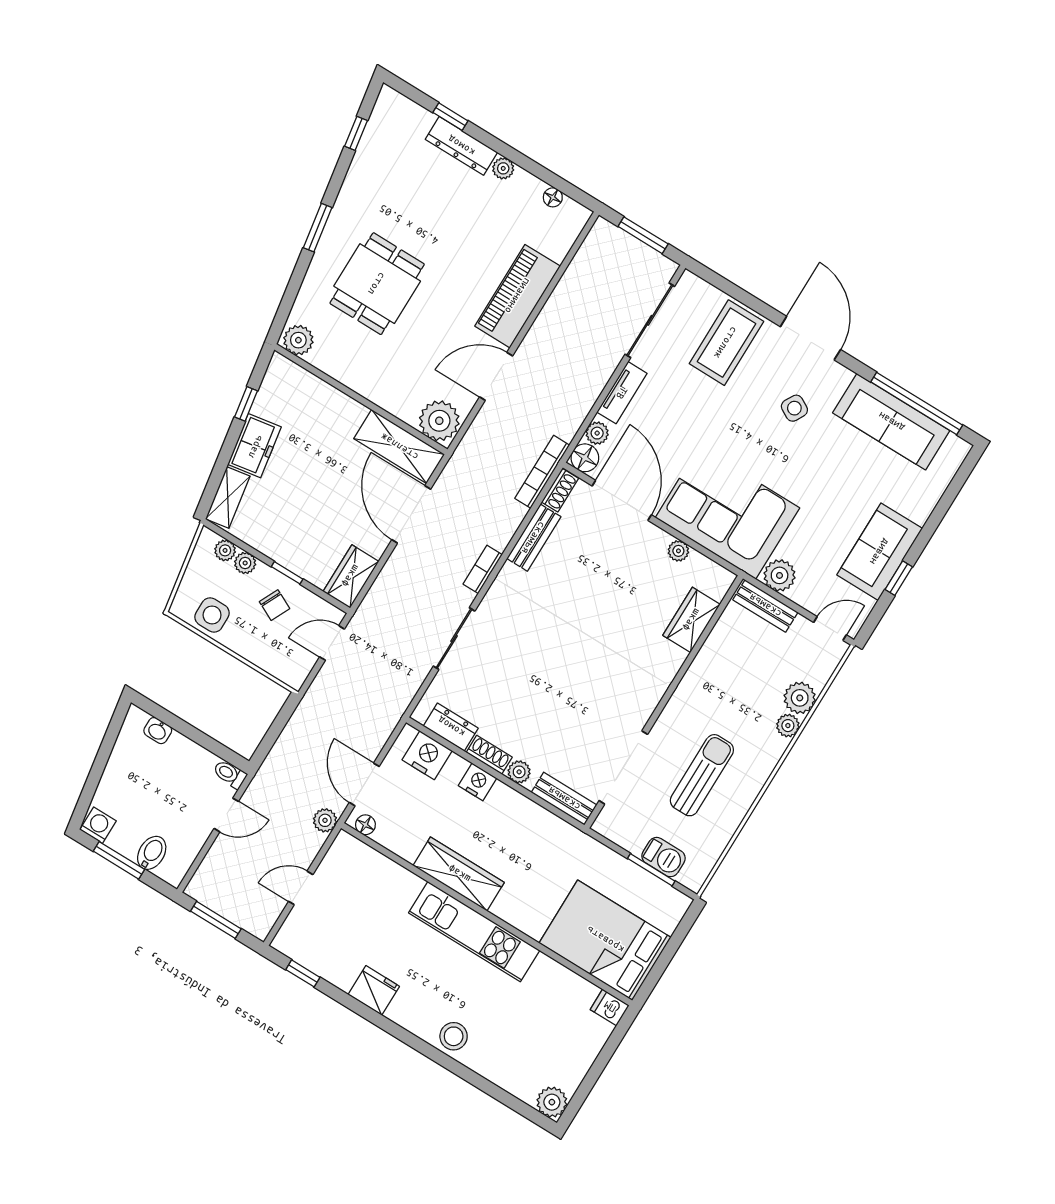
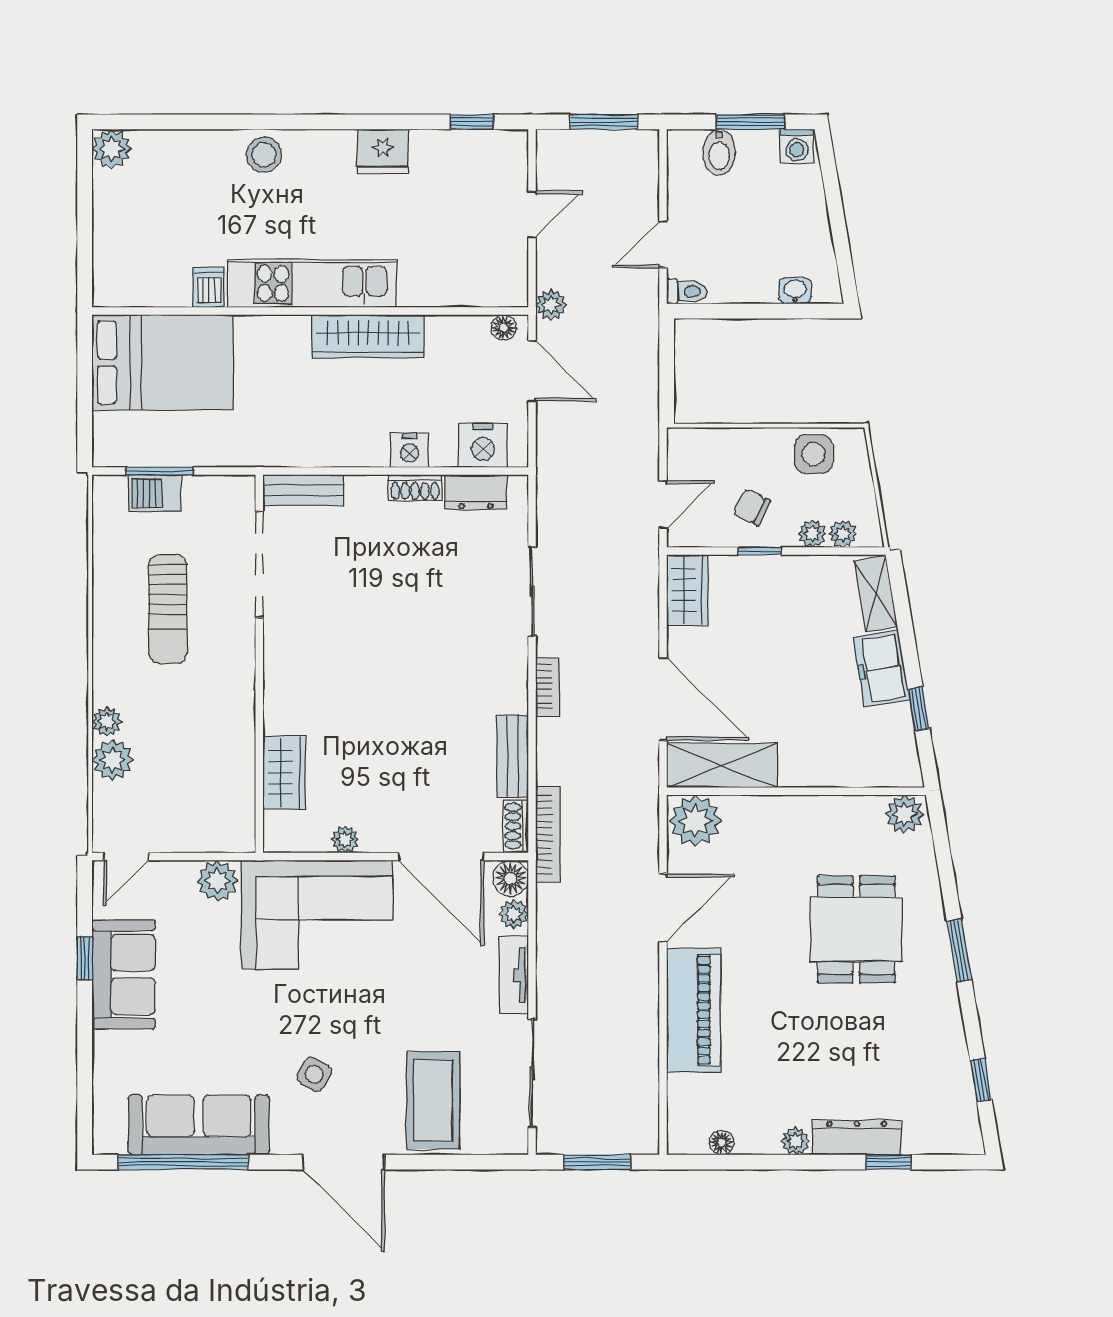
bench: (765, 606) -> (212, 838), removed
plant: (519, 772) -> (371, 489), removed
dishwasher: (610, 1007) -> (209, 287), moved, turned -90

